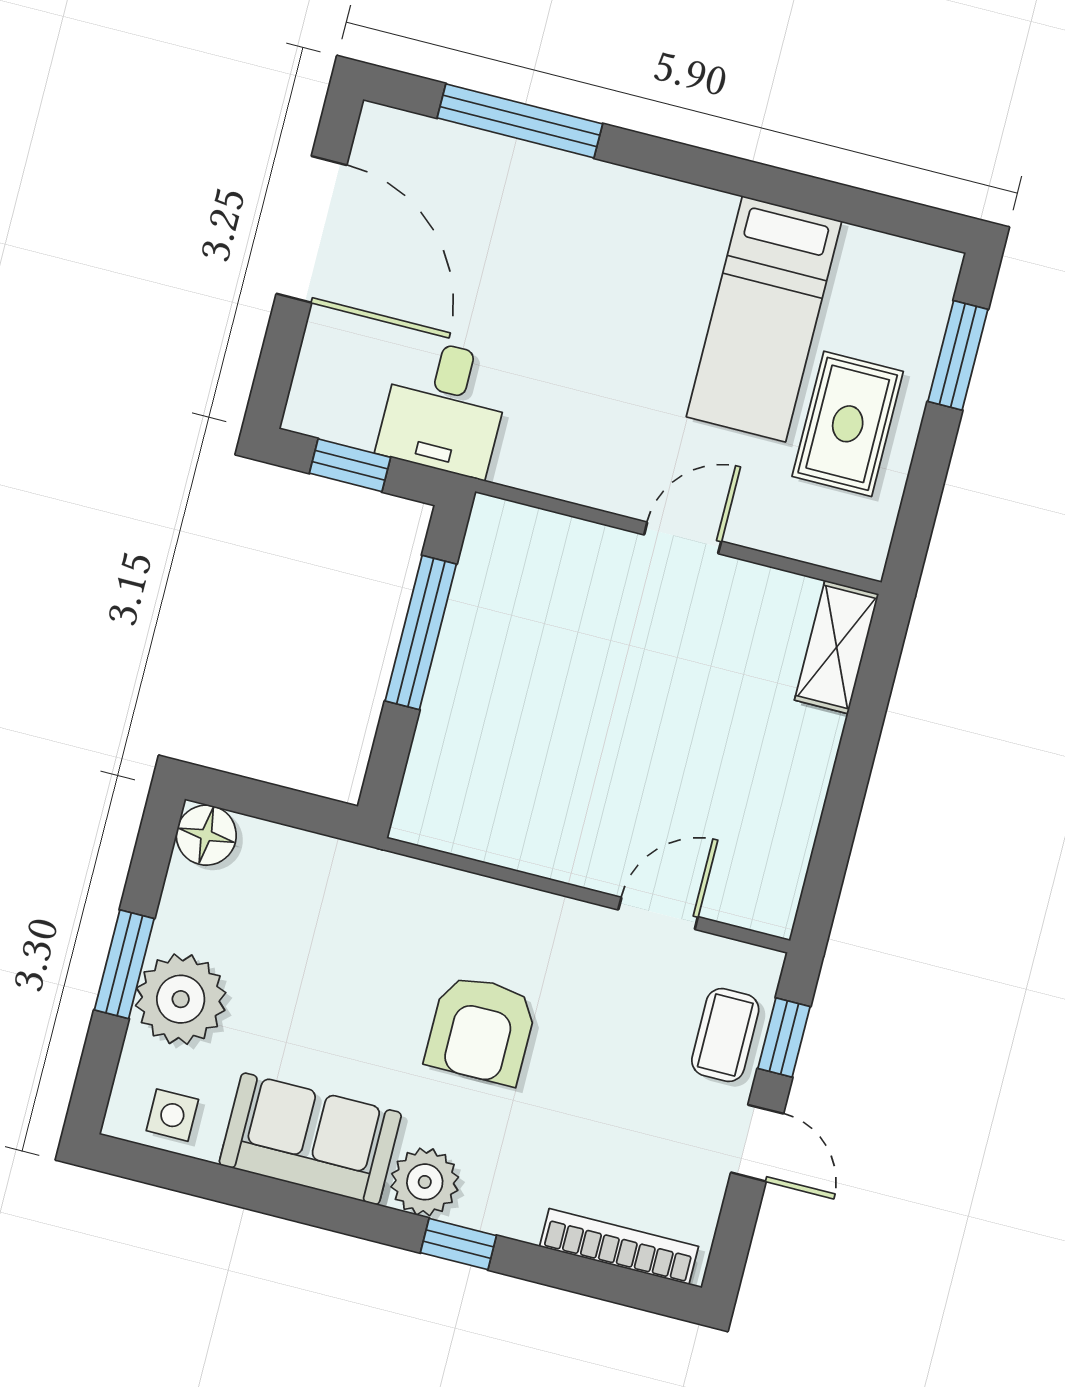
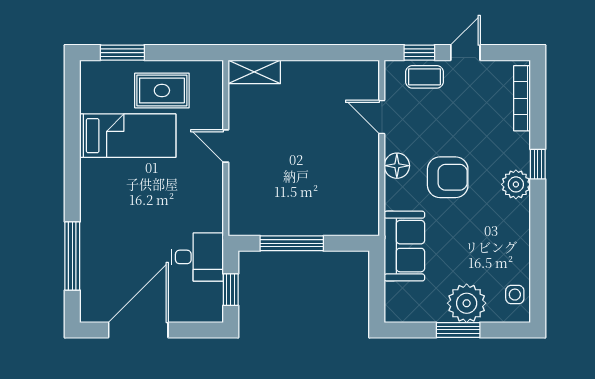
floor lamp: (206, 835) -> (397, 166), moved
sofa: (310, 1139) -> (404, 246), moved, turned 180

